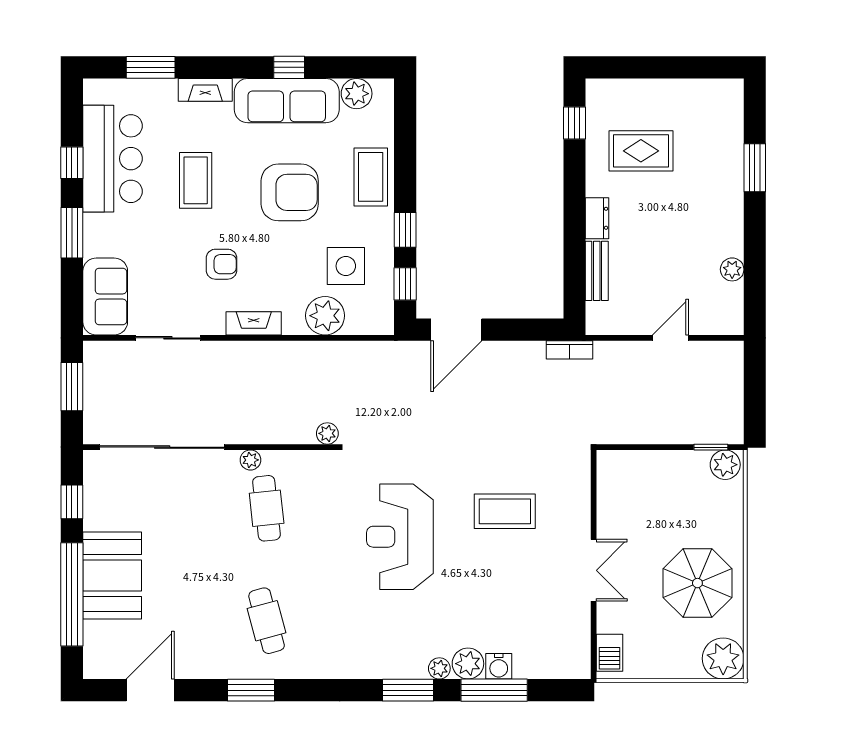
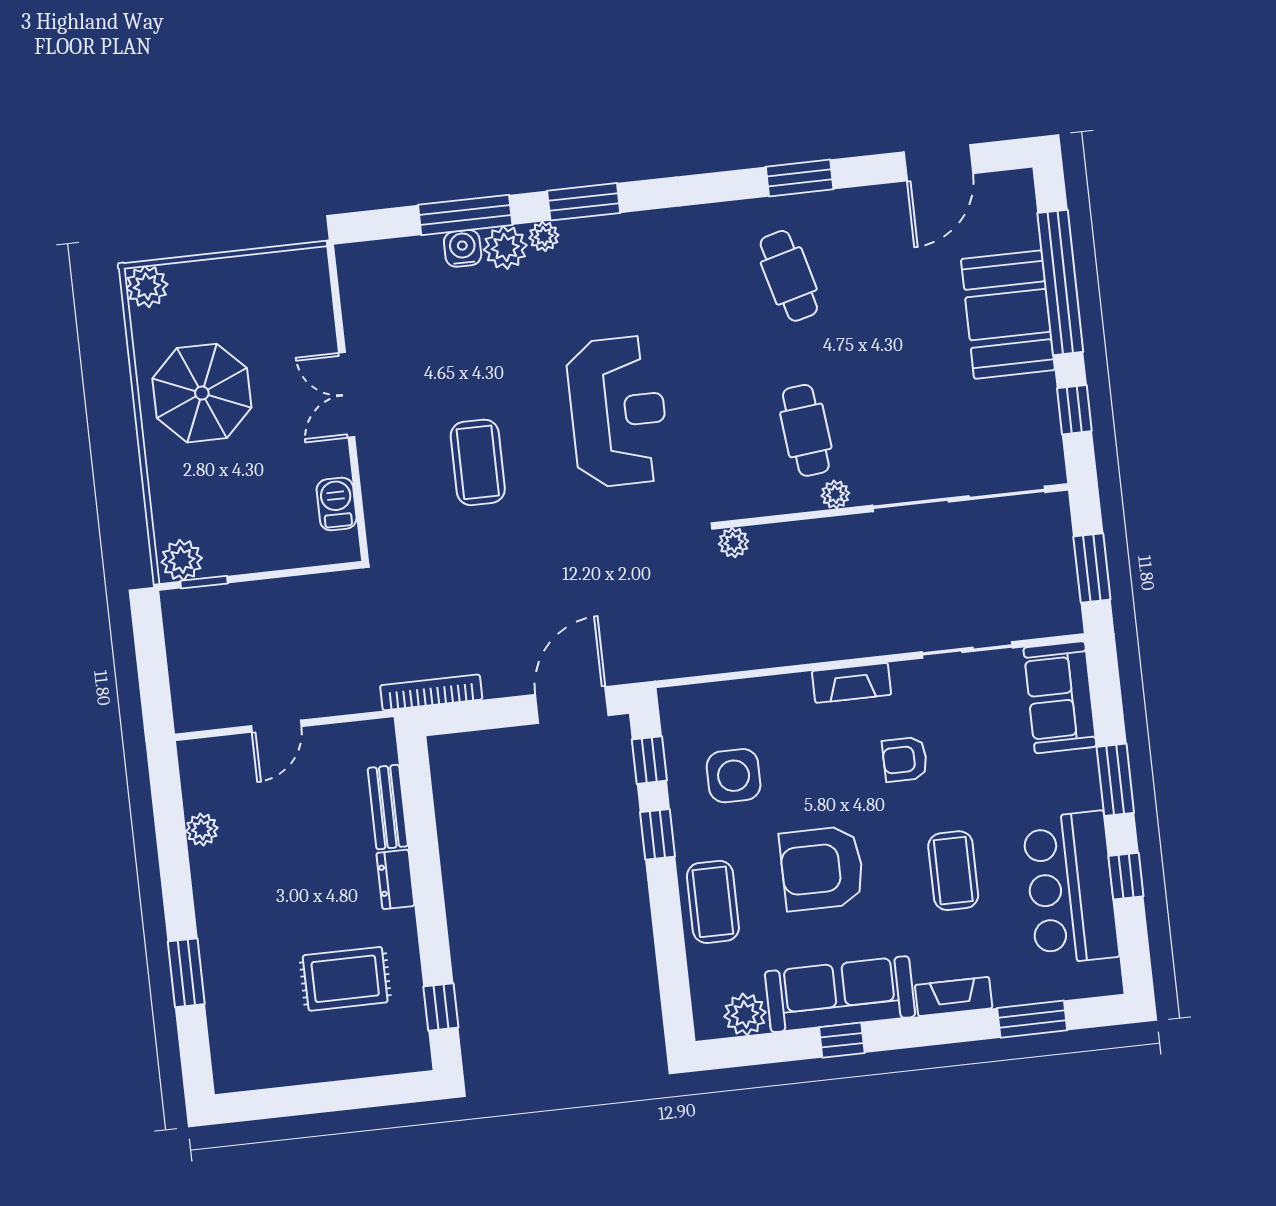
plant: (325, 316) -> (755, 704), removed
bookcase: (569, 350) -> (431, 692), width x1.56
coffee table: (505, 511) -> (478, 462), turned 90
barbecue: (610, 653) -> (337, 504), moved
plant: (723, 658) -> (147, 286), width x0.73, depth x0.73

